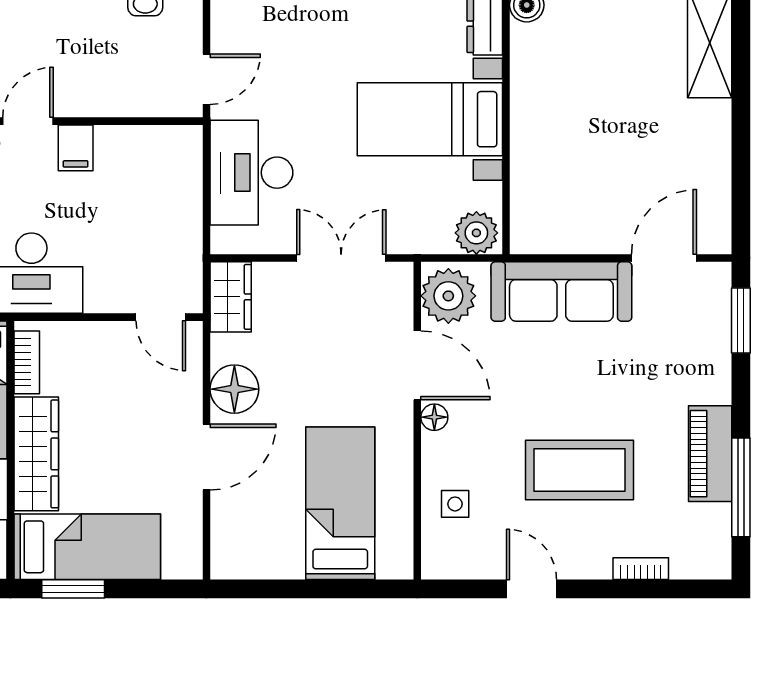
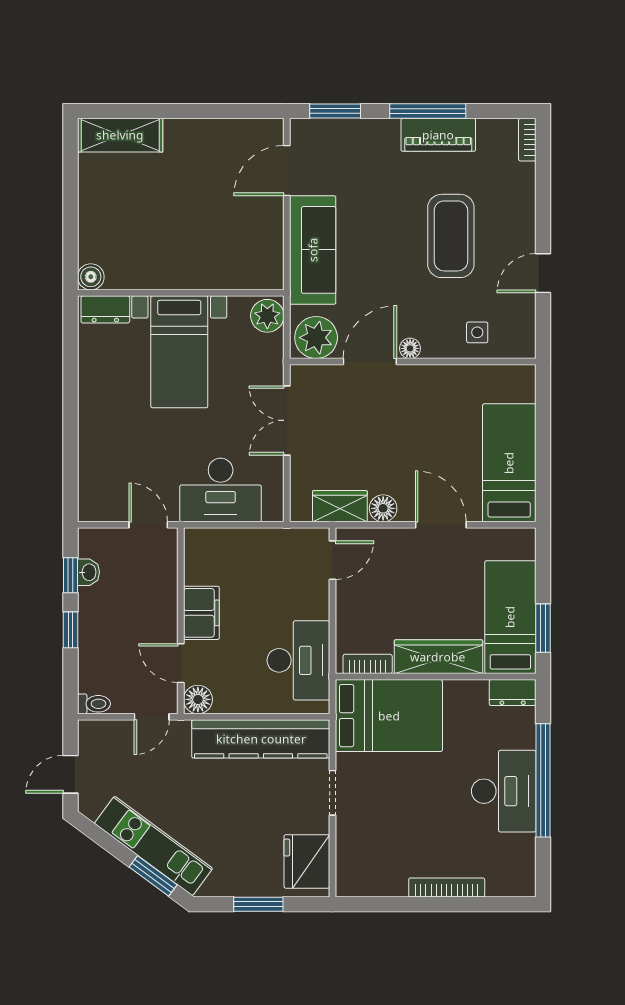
filing cabinet: (76, 148) -> (201, 613), width x2.00
door: (664, 258) -> (287, 171), hinge flipped
wardrobe: (231, 297) -> (340, 506), moved
floor lamp: (234, 389) -> (383, 508), width x0.73, depth x0.73
window: (741, 487) -> (428, 111), moved
bed: (340, 503) -> (509, 463), moved, turned 90
bookcase: (641, 569) -> (527, 140), moved

